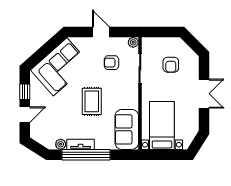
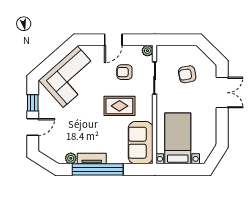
door: (101, 32) -> (113, 40), swing flipped
armchair: (171, 65) -> (187, 74), turned 80
double door: (204, 94) -> (222, 93), moved
rug: (92, 101) -> (119, 106), moved, turned 90

